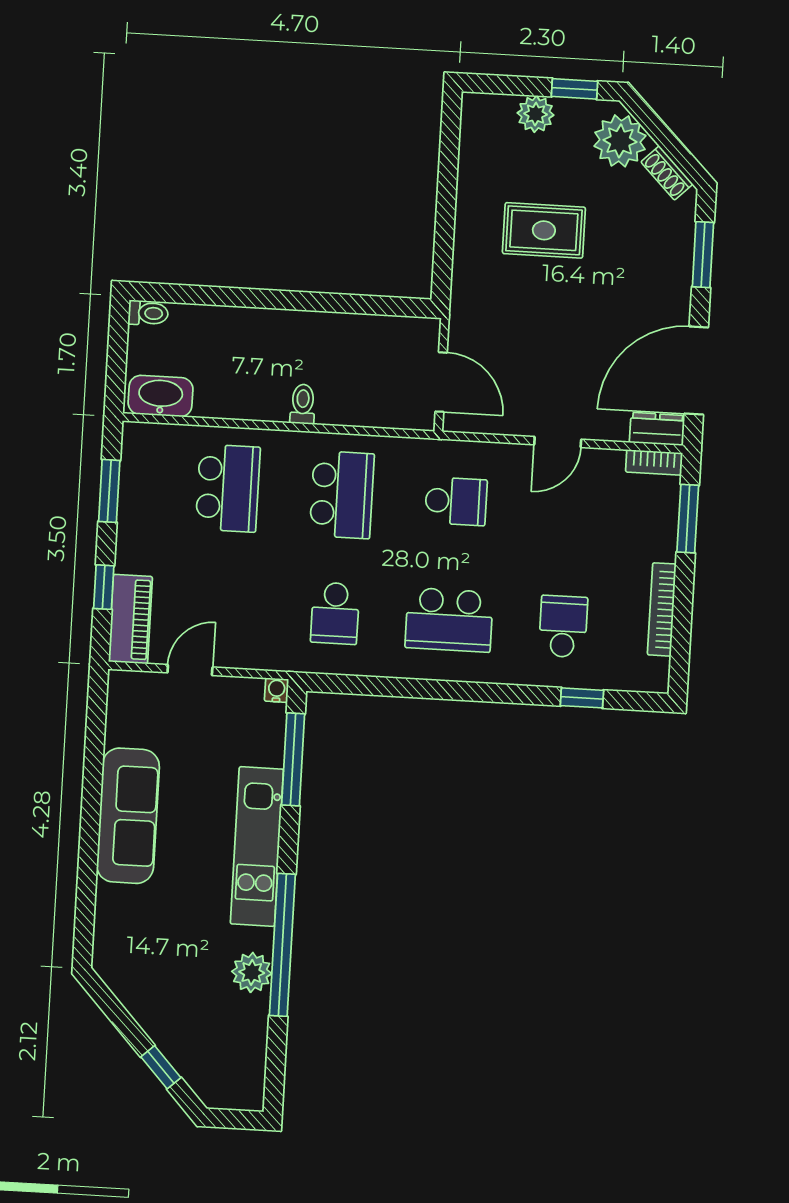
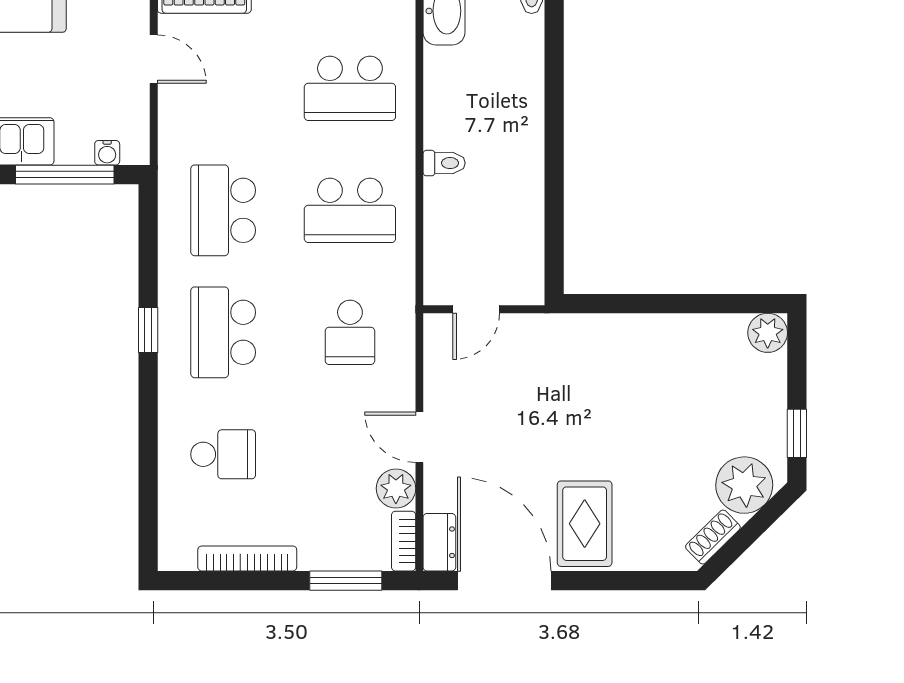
plant: (536, 114) -> (768, 333), moved
rug: (544, 230) -> (585, 524), moved
window: (703, 255) -> (628, 581), removed
door: (441, 382) -> (476, 309), width x0.73
plant: (604, 467) -> (396, 489), added
school desk: (335, 613) -> (223, 210), width x1.85
water cooler: (277, 690) -> (107, 153), moved, turned 90
window: (582, 698) -> (148, 330), moved

